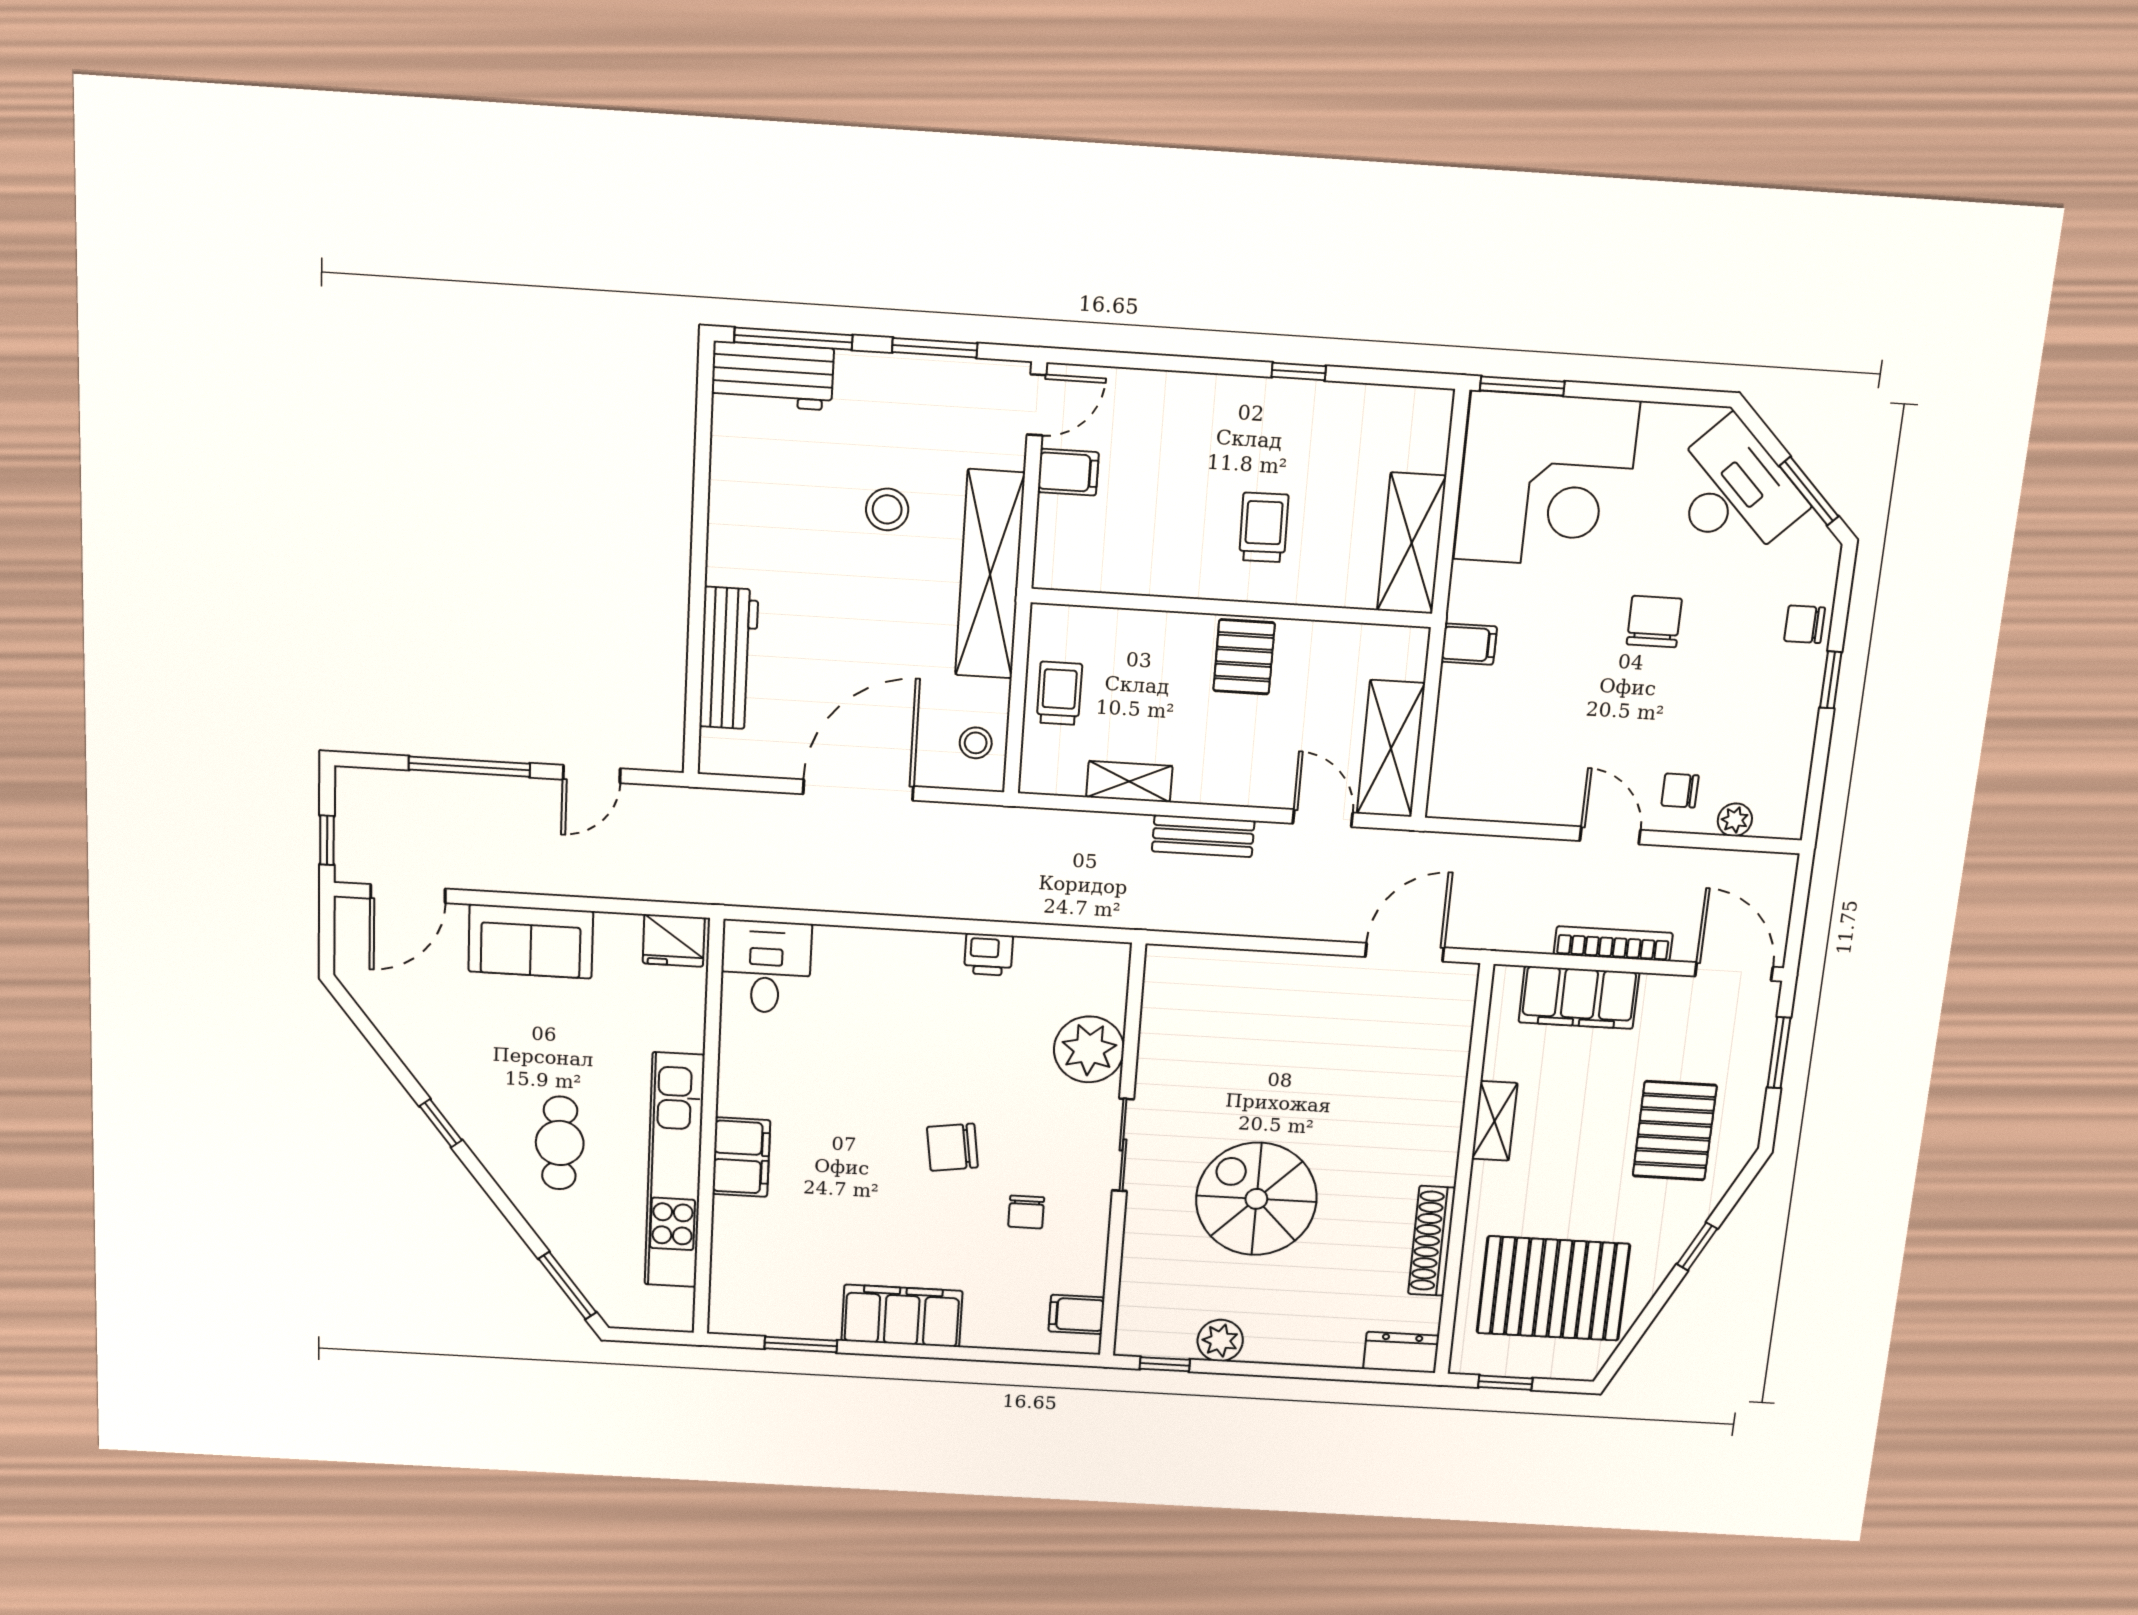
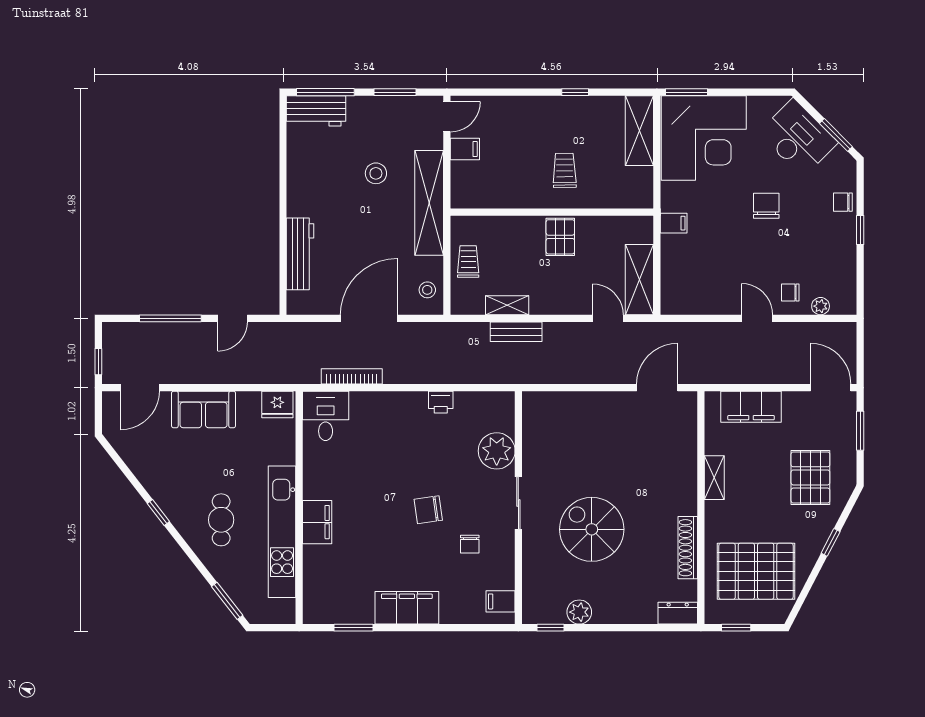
shelving: (1412, 543) -> (639, 131), moved
bench: (1203, 836) -> (516, 332), moved
bookcase: (1613, 944) -> (352, 376), moved

